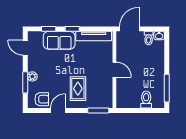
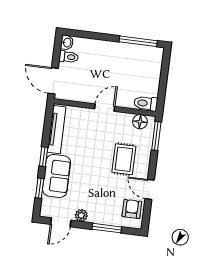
plant: (32, 76) -> (81, 215), moved
rug: (78, 89) -> (124, 159), turned 90
floor lamp: (107, 97) -> (140, 122), added
toilet: (146, 100) -> (146, 103), moved

